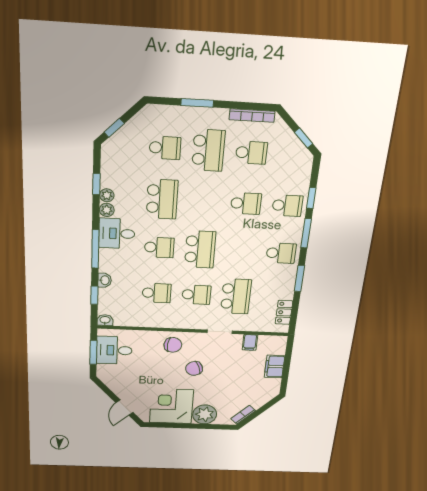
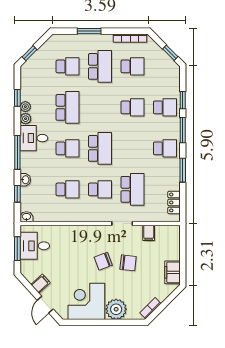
chair: (173, 345) -> (128, 263), moved
filing cabinet: (275, 367) -> (172, 272), moved
filing cabinet: (120, 388) -> (41, 284), added

